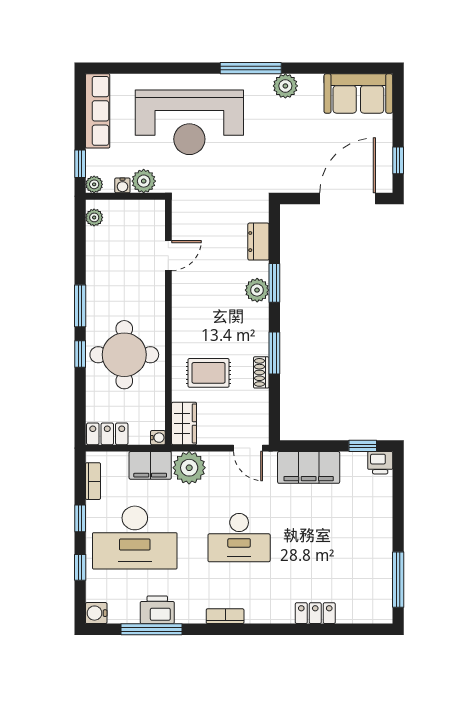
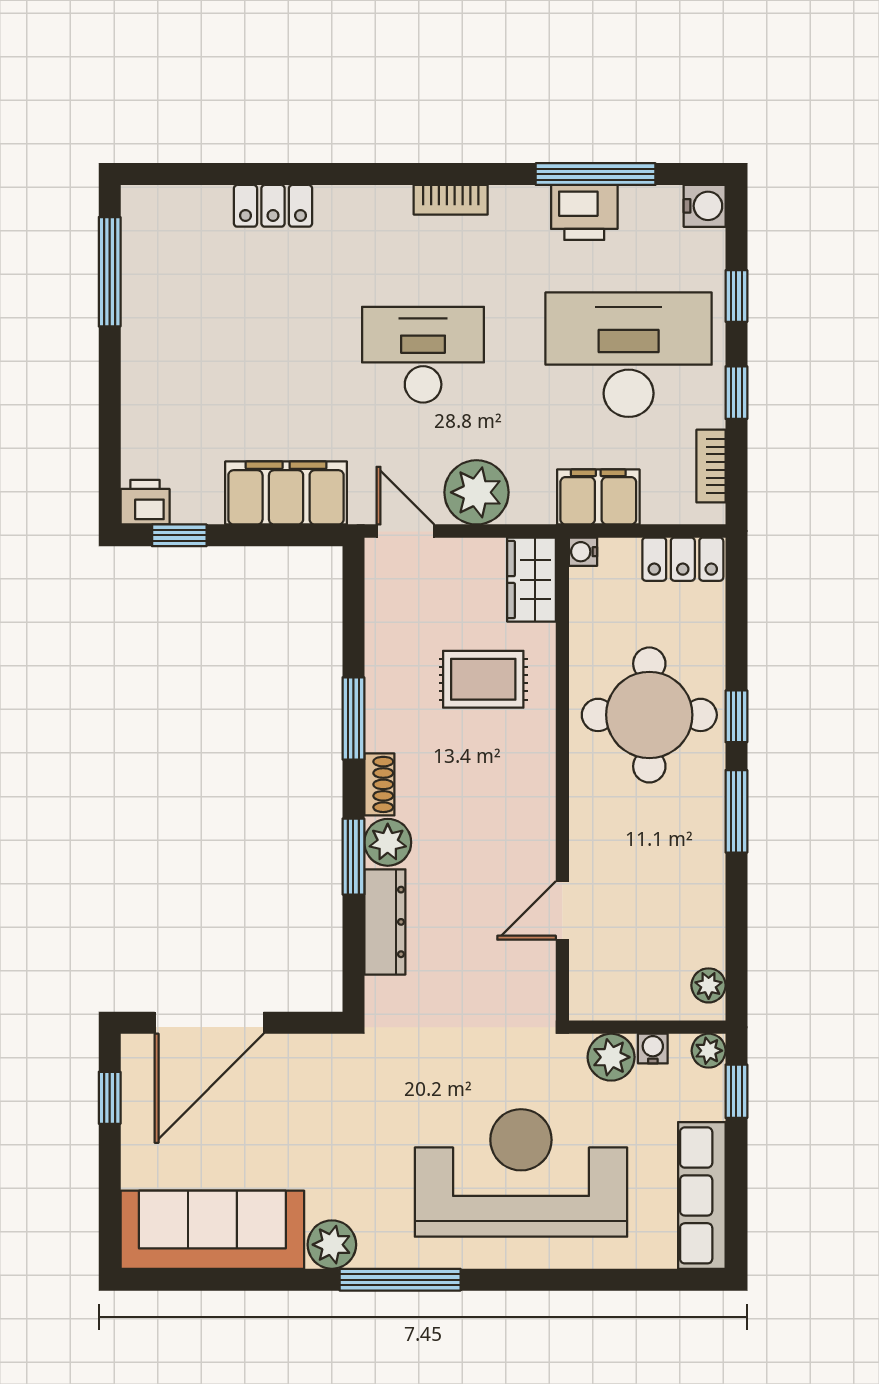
sofa: (358, 93) -> (212, 1230), width x1.36
dresser: (258, 242) -> (385, 922), width x1.44
shoe rack: (261, 372) -> (379, 784), moved
plant: (189, 468) -> (476, 492), moved

